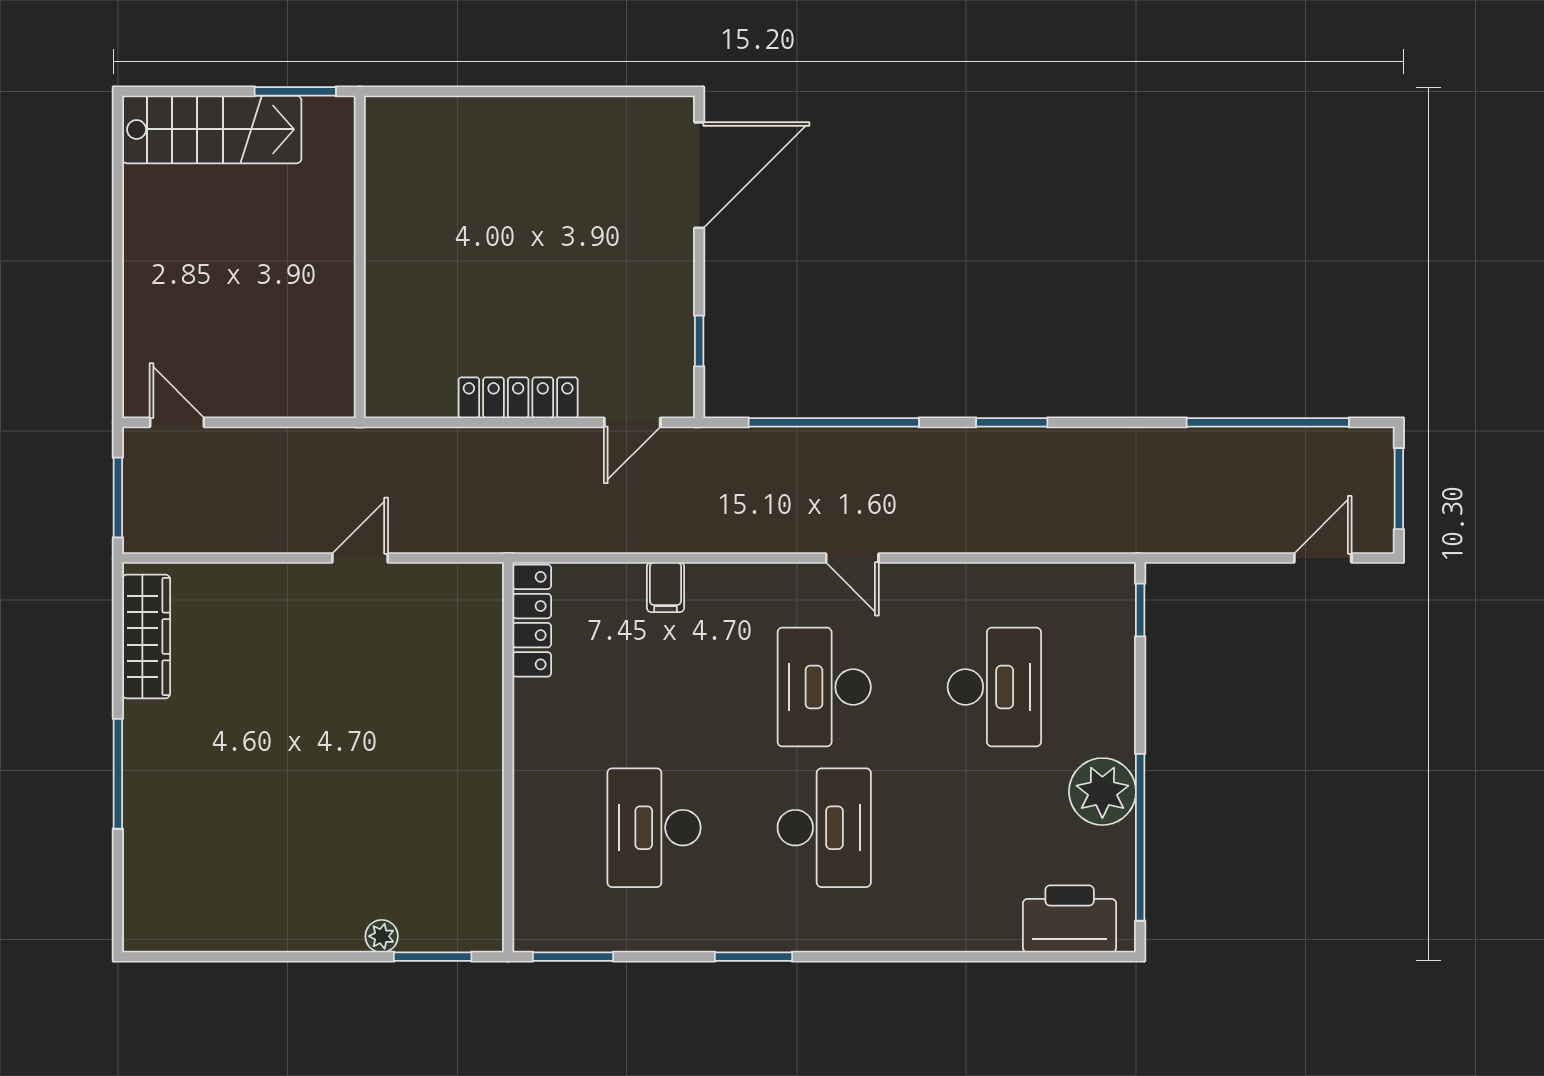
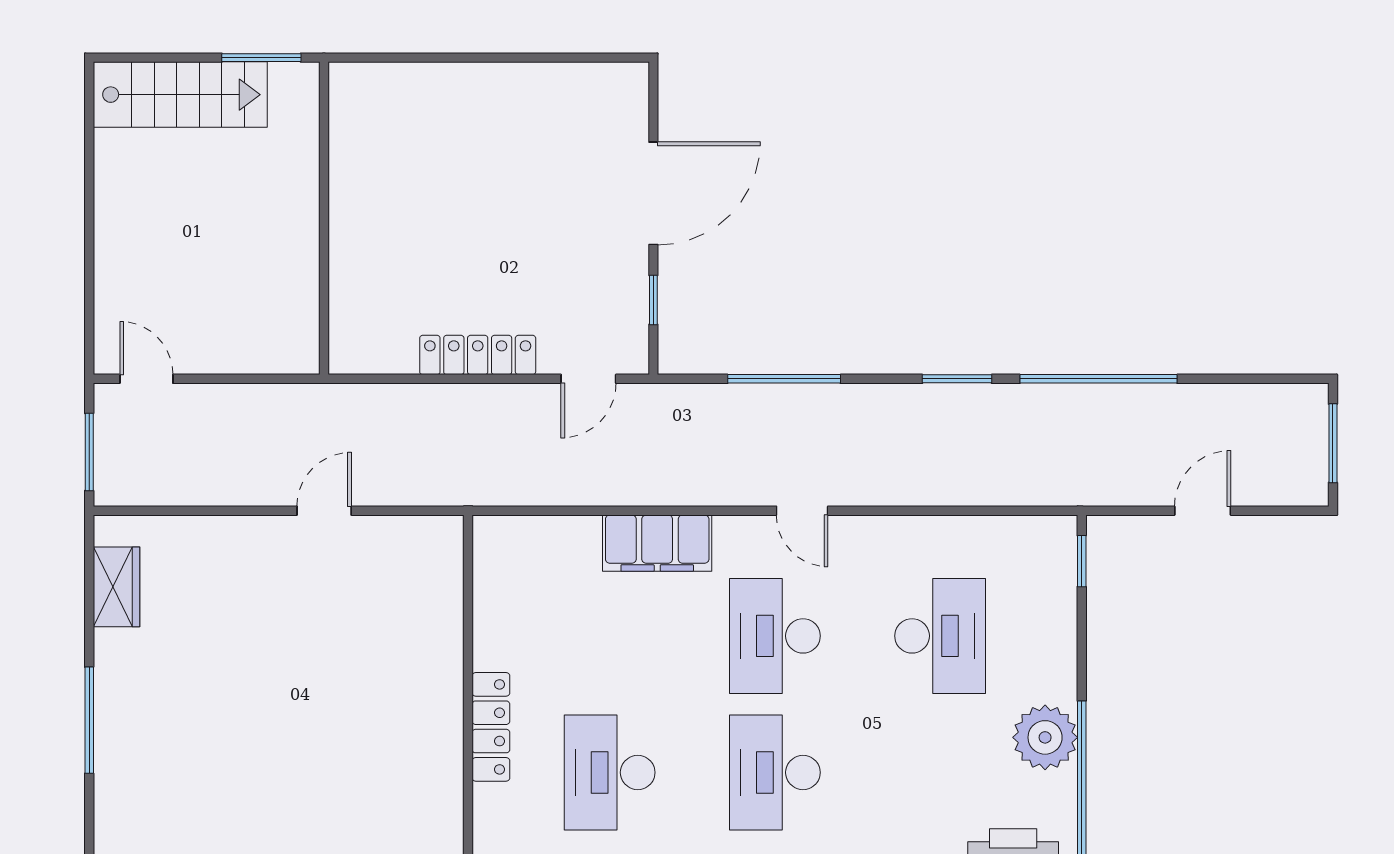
door: (699, 175) -> (653, 193), moved
window: (834, 422) -> (784, 379), width x0.68
window: (1268, 422) -> (1098, 379), moved
door: (1323, 558) -> (1203, 511), moved
filing cabinet: (666, 587) -> (657, 543), width x3.00, depth x1.17
locker: (532, 621) -> (491, 727), moved
wardrobe: (146, 636) -> (116, 587), width x0.67
desk: (824, 828) -> (775, 772), turned 180

